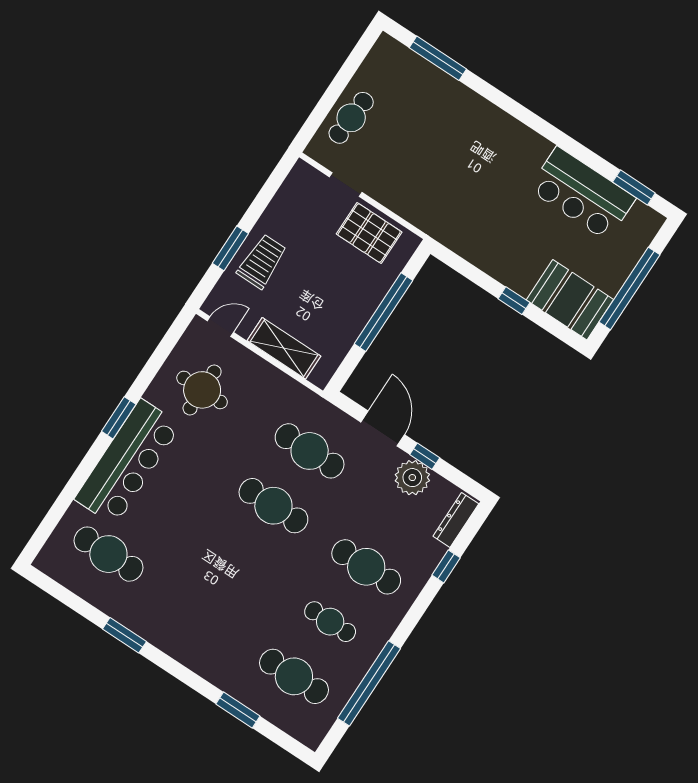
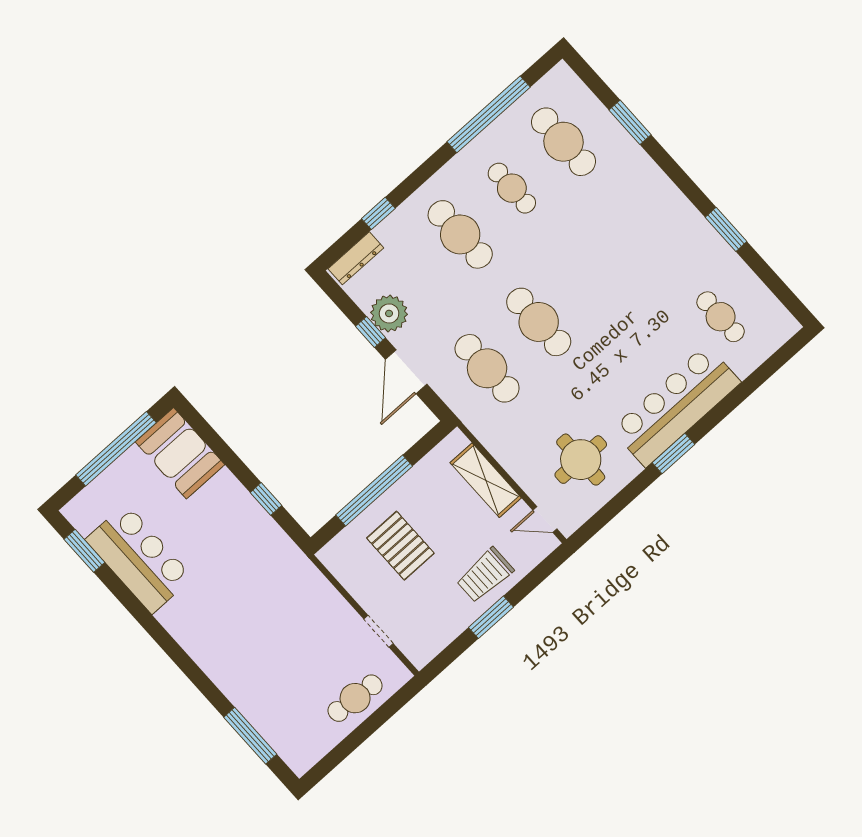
pallet: (369, 233) -> (400, 546), moved
window: (230, 248) -> (491, 617), moved
window: (514, 301) -> (266, 499), moved
cafe table: (108, 554) -> (721, 317), width x0.73, depth x0.74

